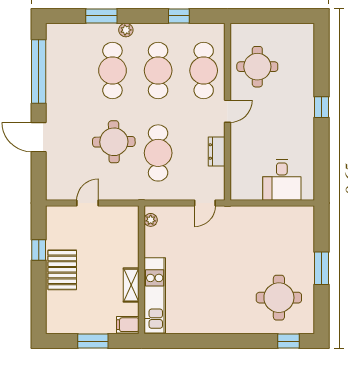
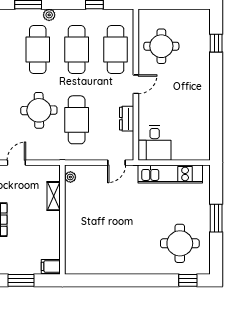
window: (321, 107) -> (216, 43), moved
desk: (282, 180) -> (155, 143), moved
shelving: (131, 285) -> (54, 196), moved
kitchen unit: (155, 295) -> (170, 174), moved, turned 90

